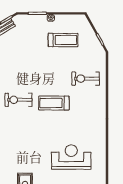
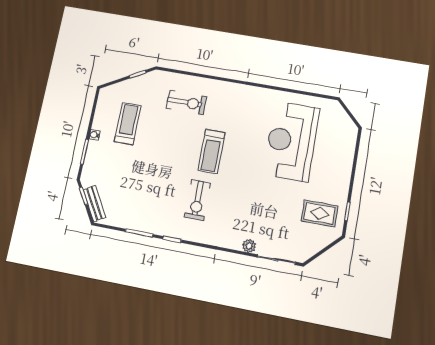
exercise bike: (86, 79) -> (186, 102), turned -90
reception desk: (71, 157) -> (291, 141), width x1.36, depth x1.30

